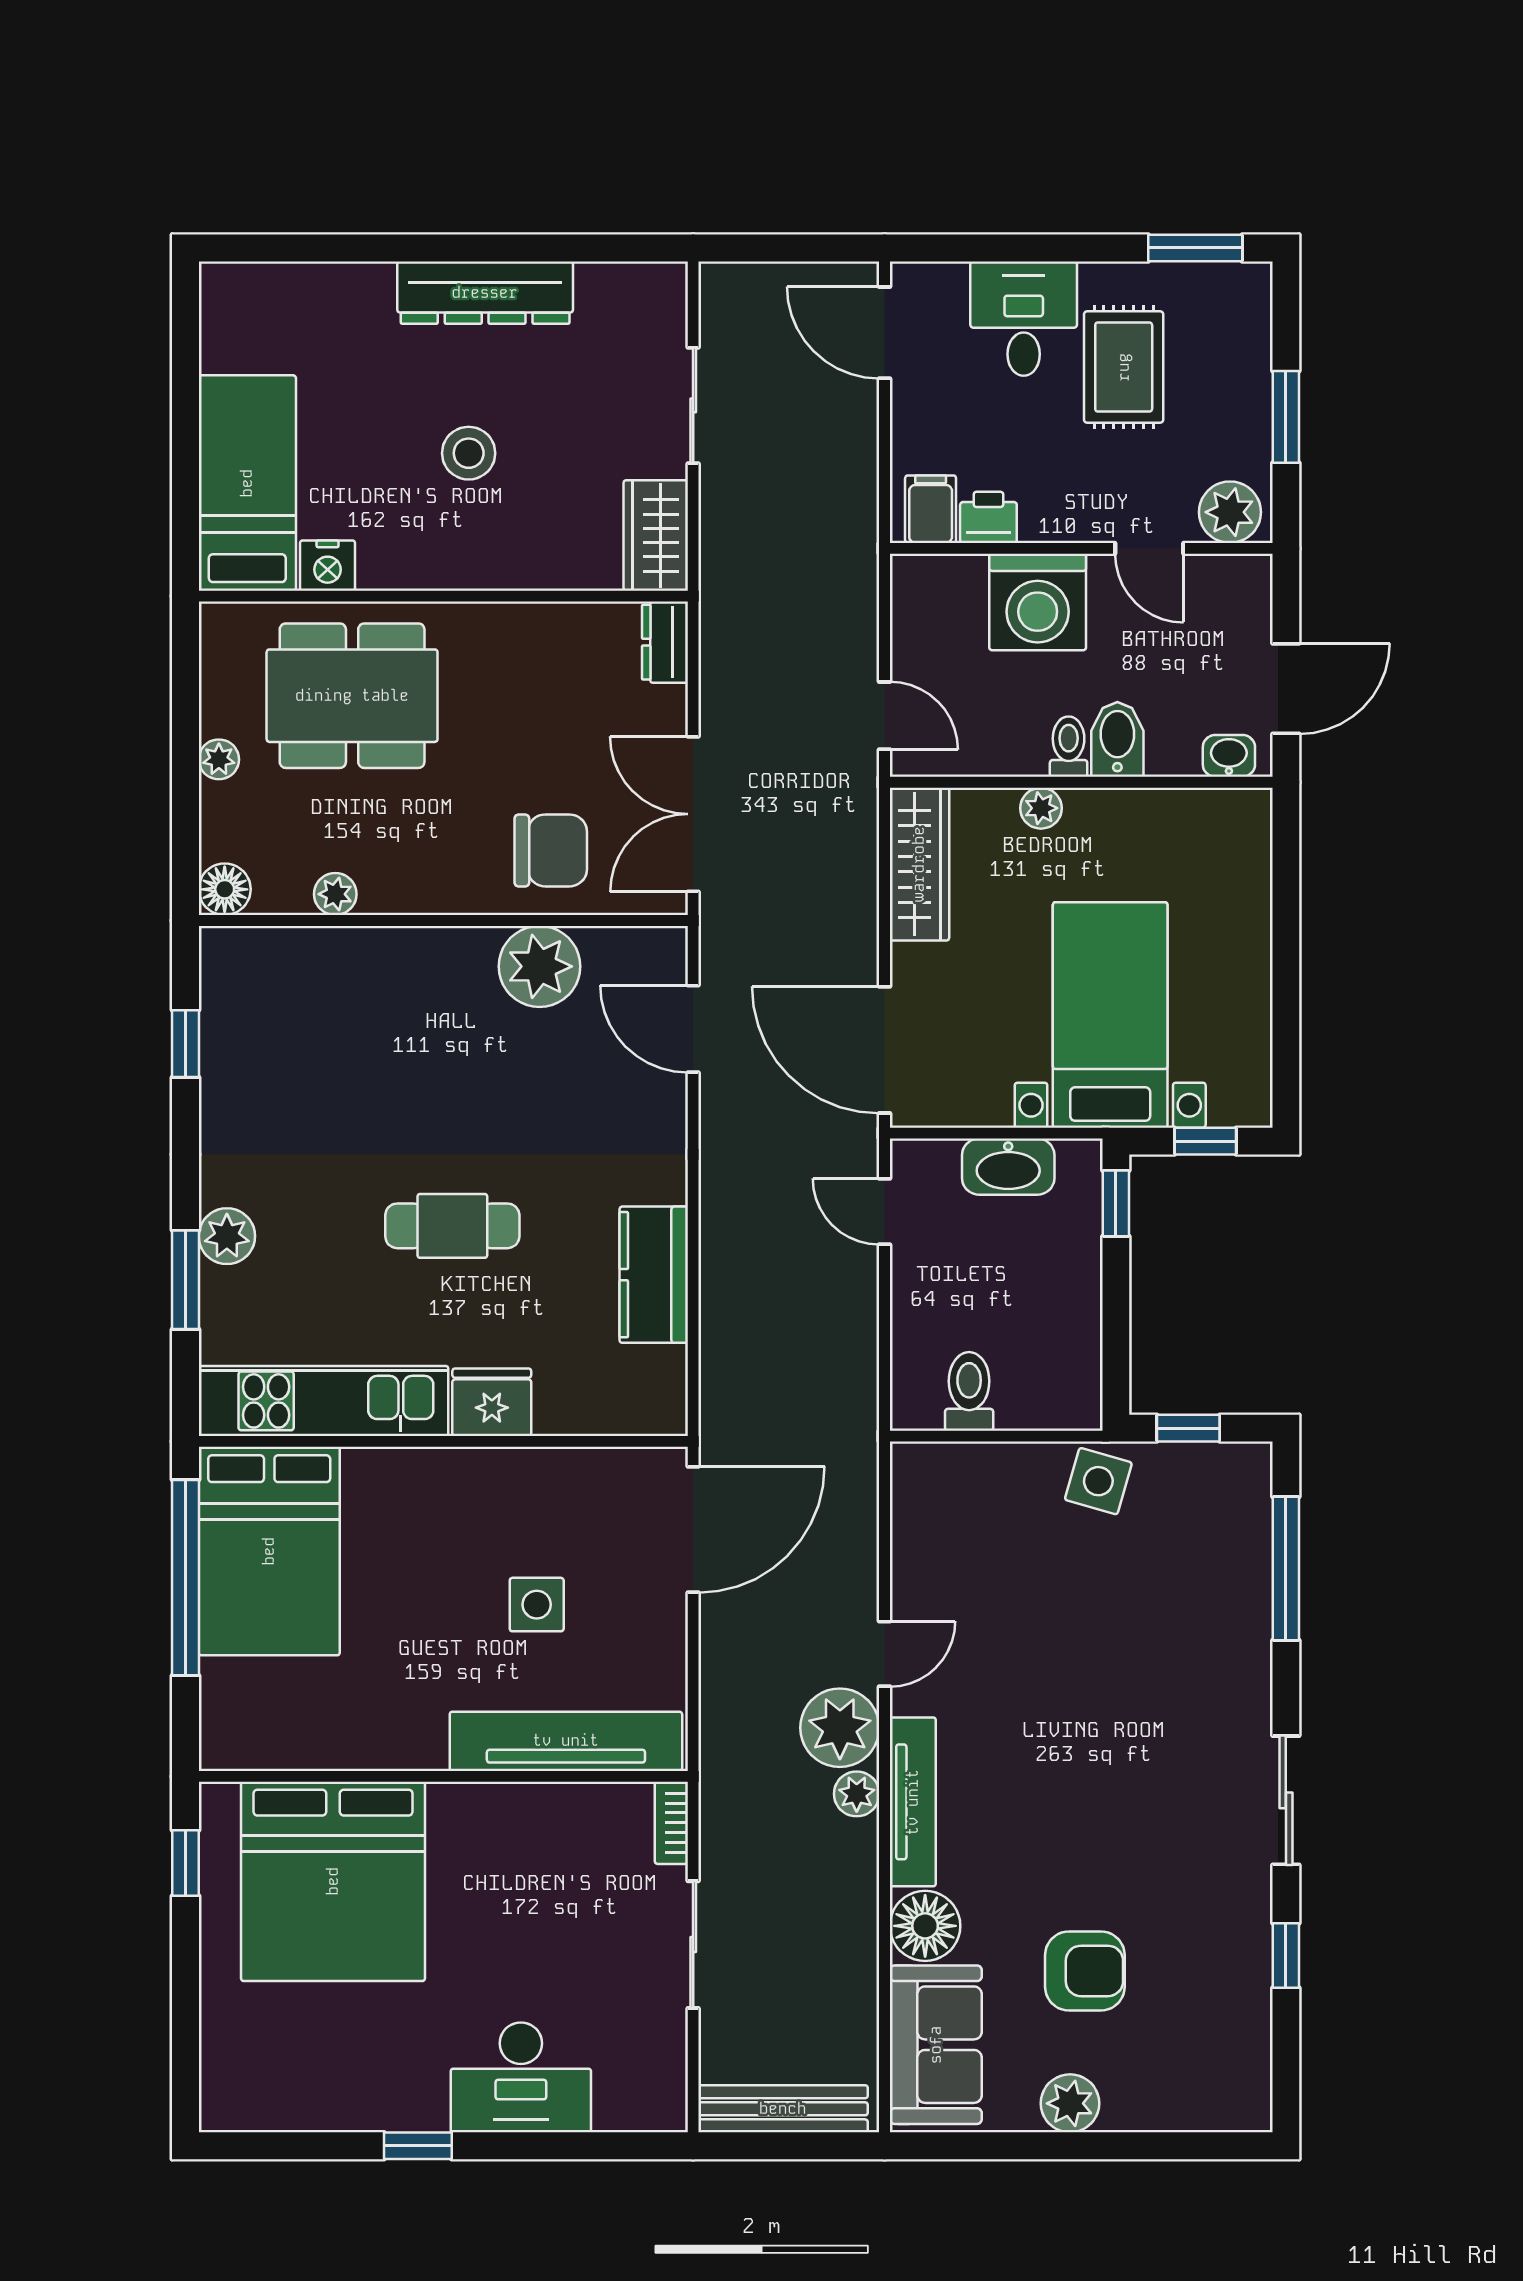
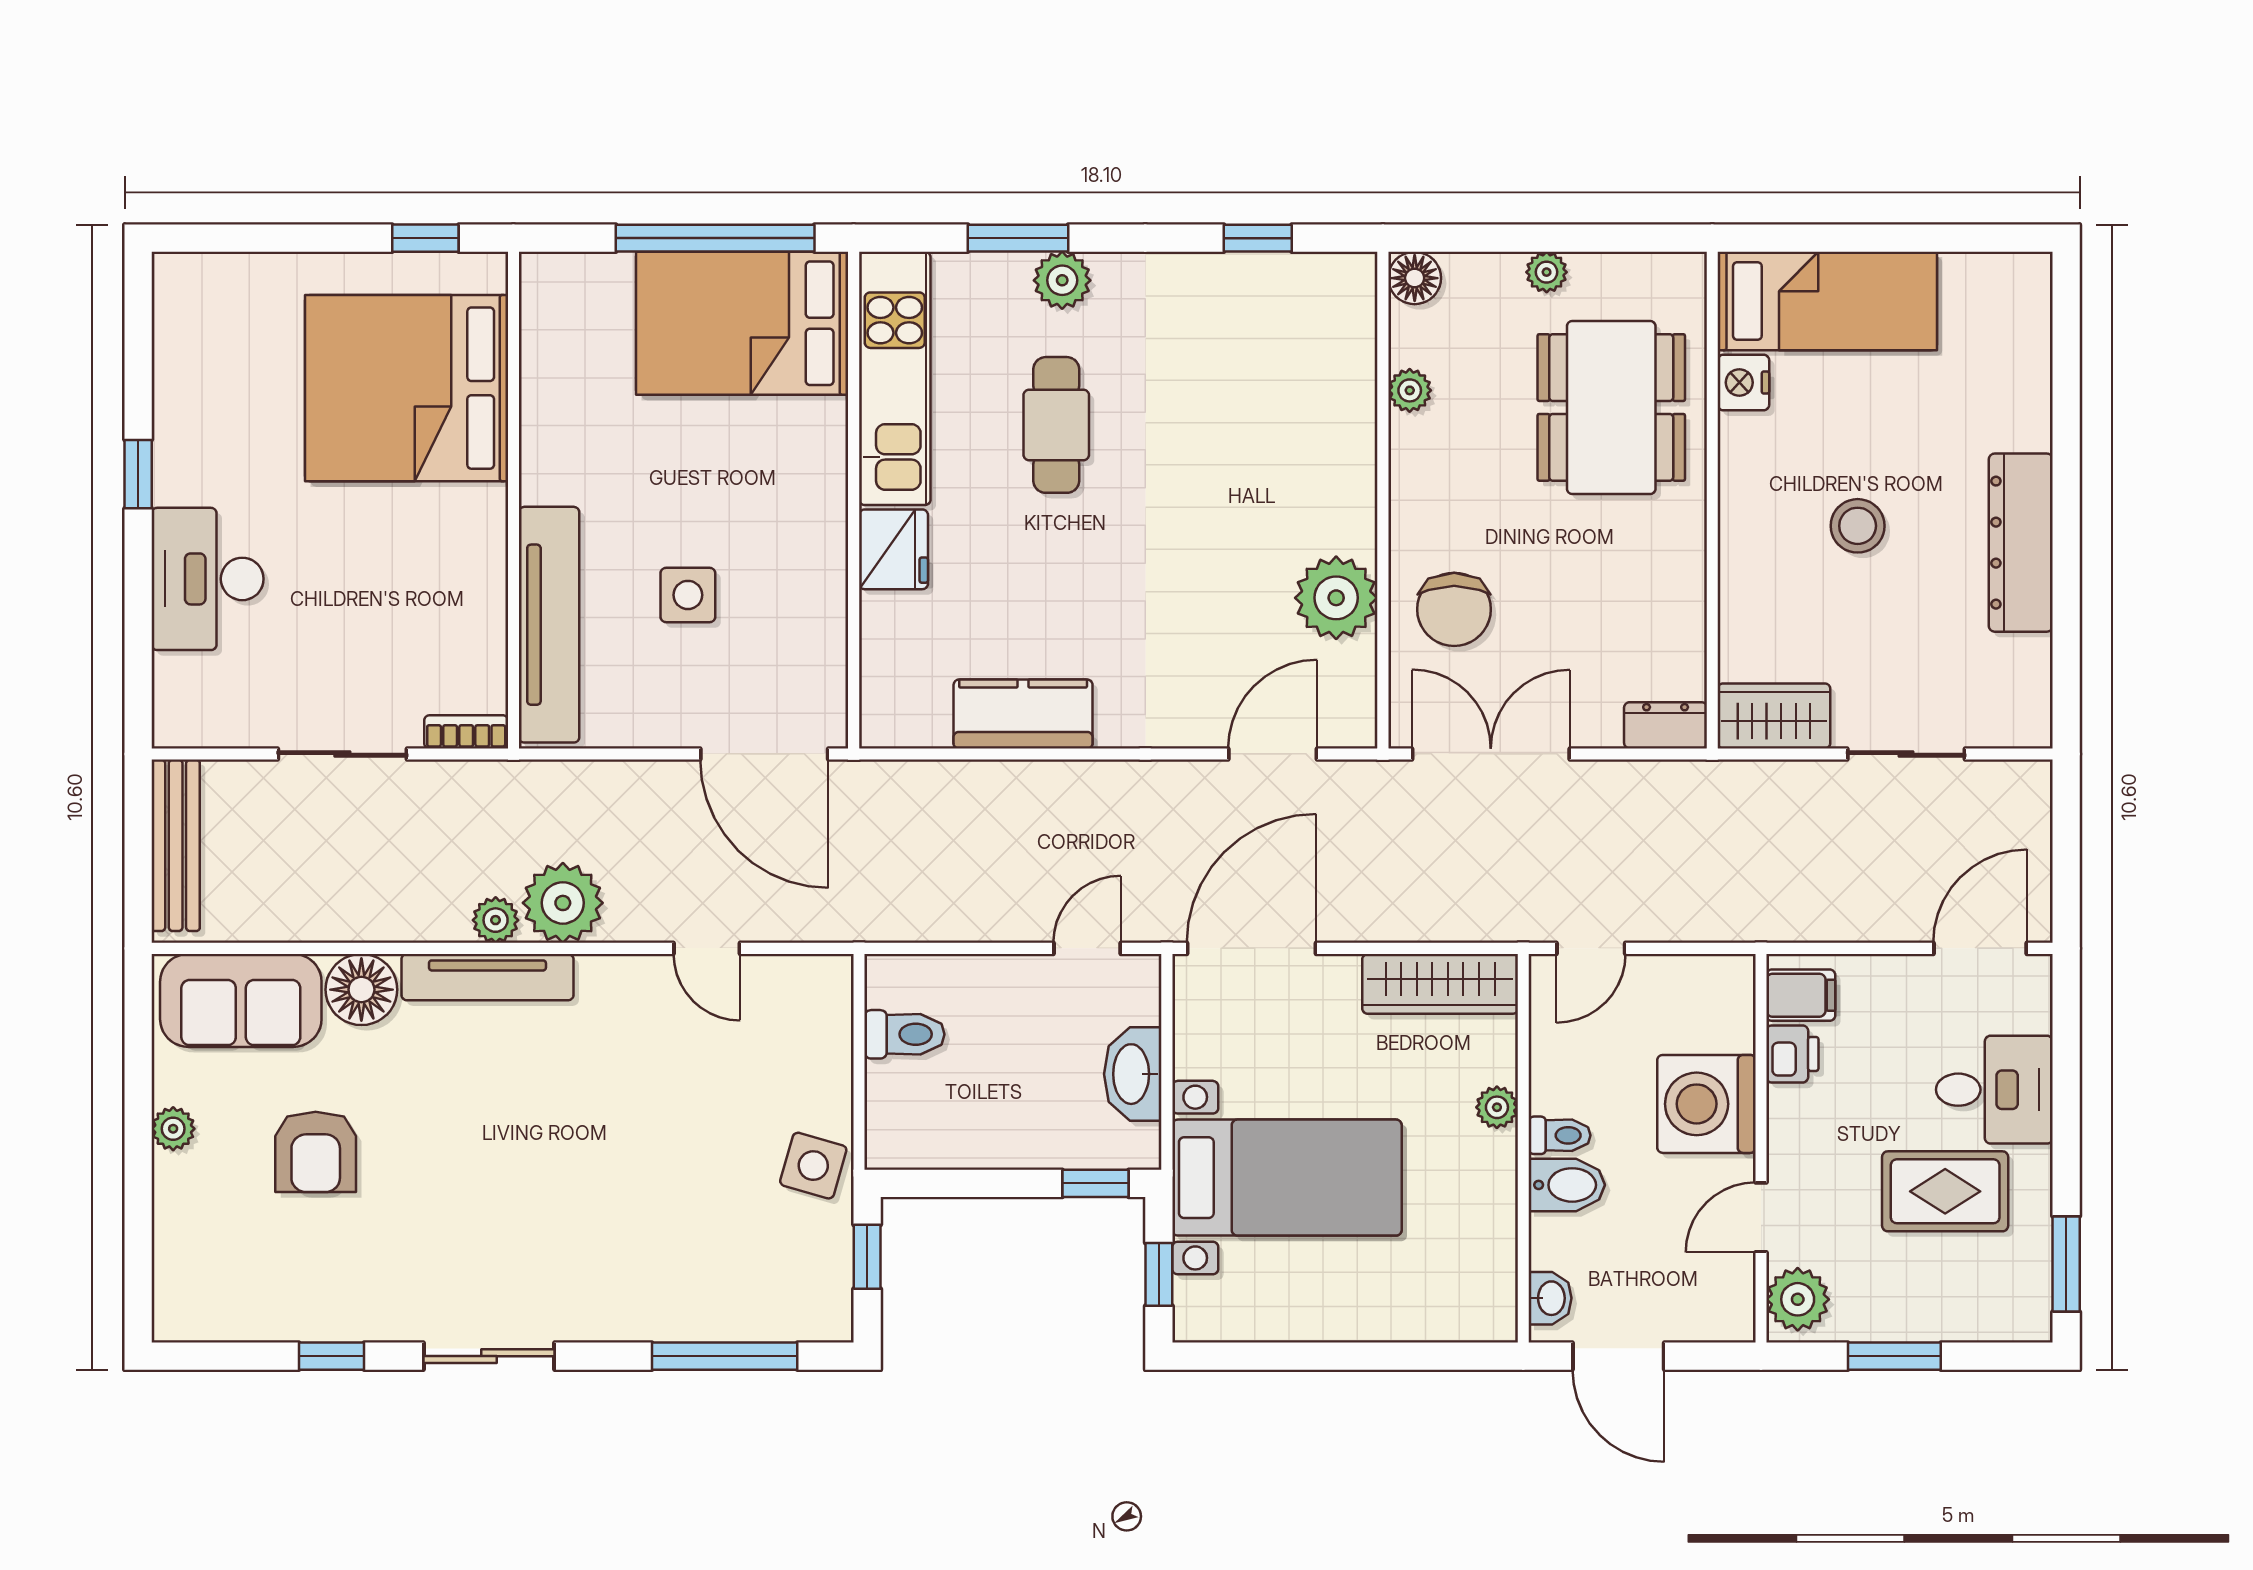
cafe table: (452, 1226) -> (1056, 425), moved
door: (885, 1654) -> (707, 948), moved
plant: (1070, 2103) -> (173, 1129), width x0.73, depth x0.73

